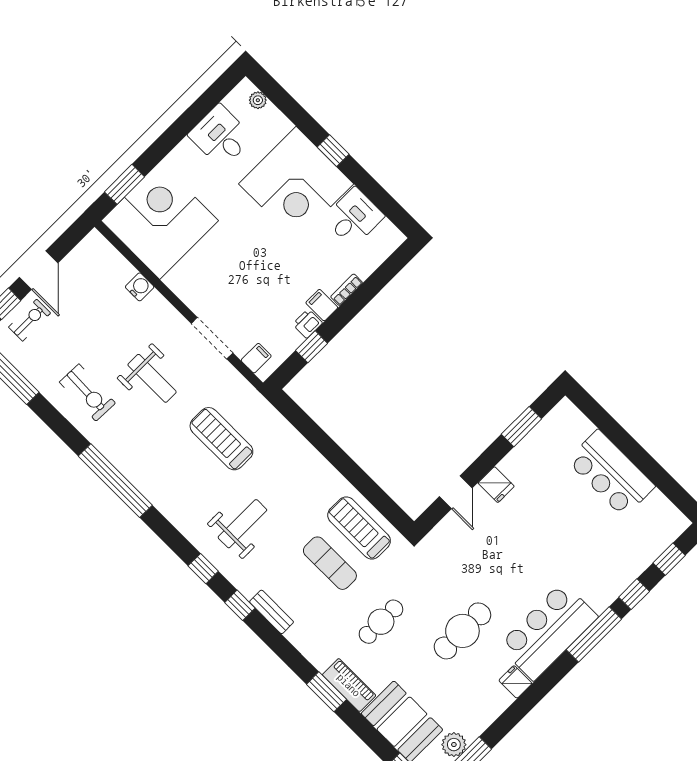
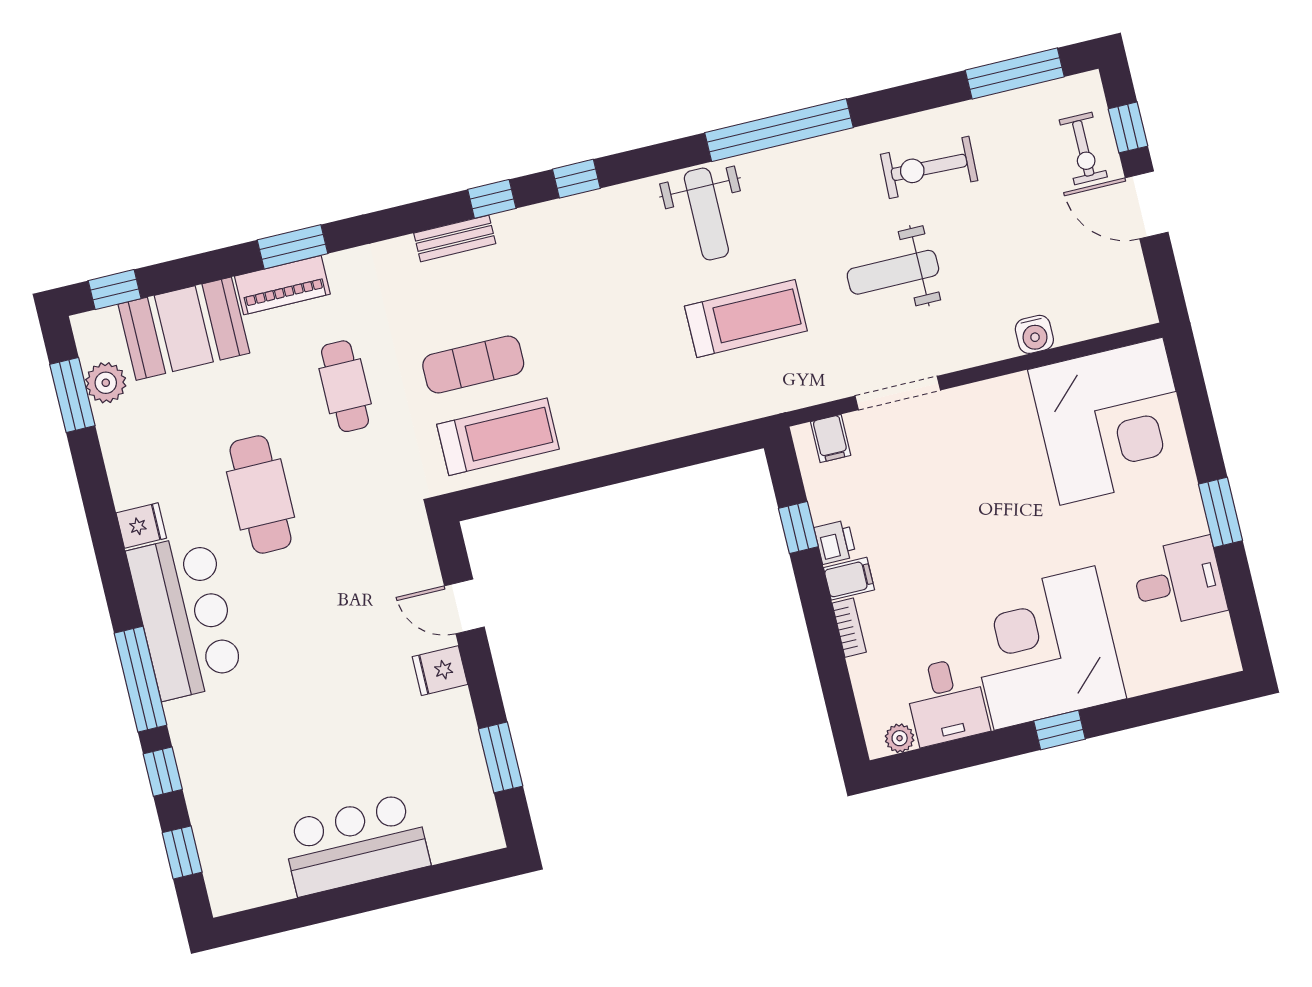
plant: (258, 100) -> (900, 738), moved
window: (125, 184) -> (1220, 512), moved
weight bench: (242, 524) -> (706, 214), moved

